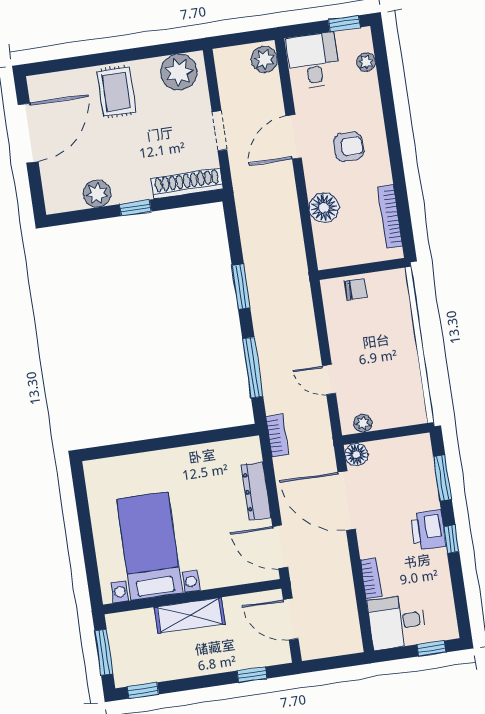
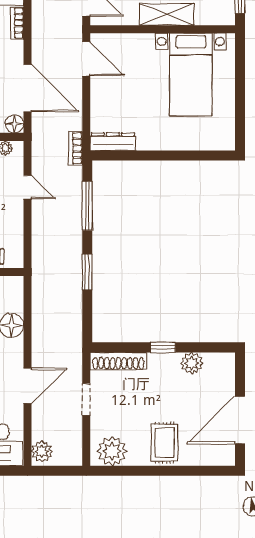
dresser: (256, 491) -> (113, 142), moved, turned -90

